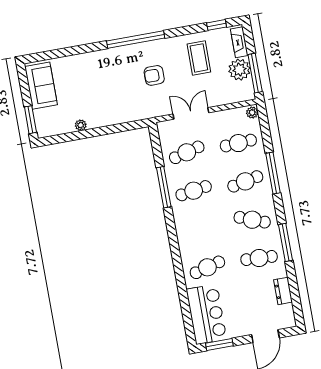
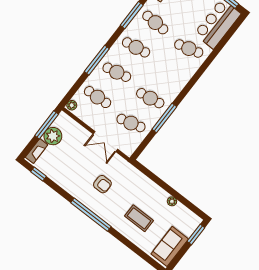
coffee table: (199, 58) -> (139, 218), moved, turned 90
cafe table: (252, 220) -> (136, 47), turned -30

